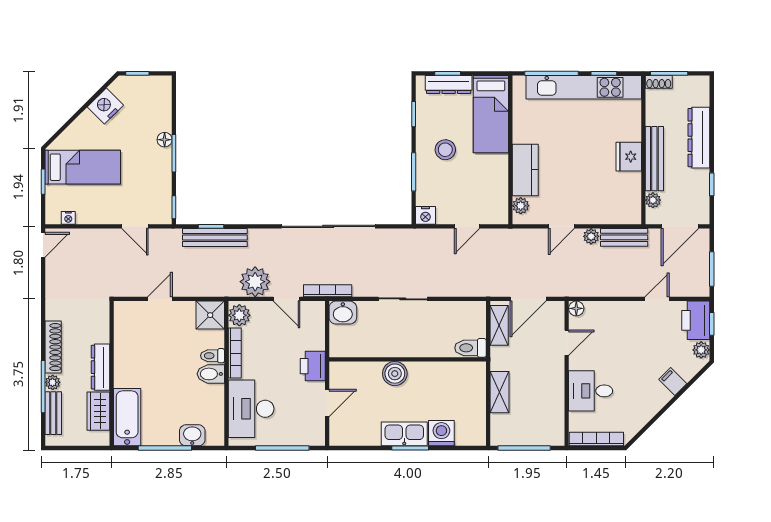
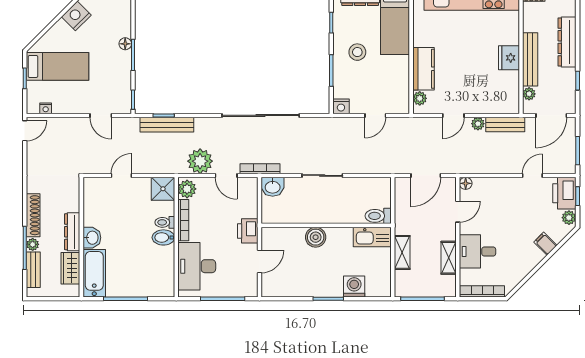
shelving: (499, 325) -> (449, 258), moved
kitchen sink: (404, 434) -> (372, 237), moved, turned 180
washbasin: (192, 435) -> (92, 238), moved, turned 90

